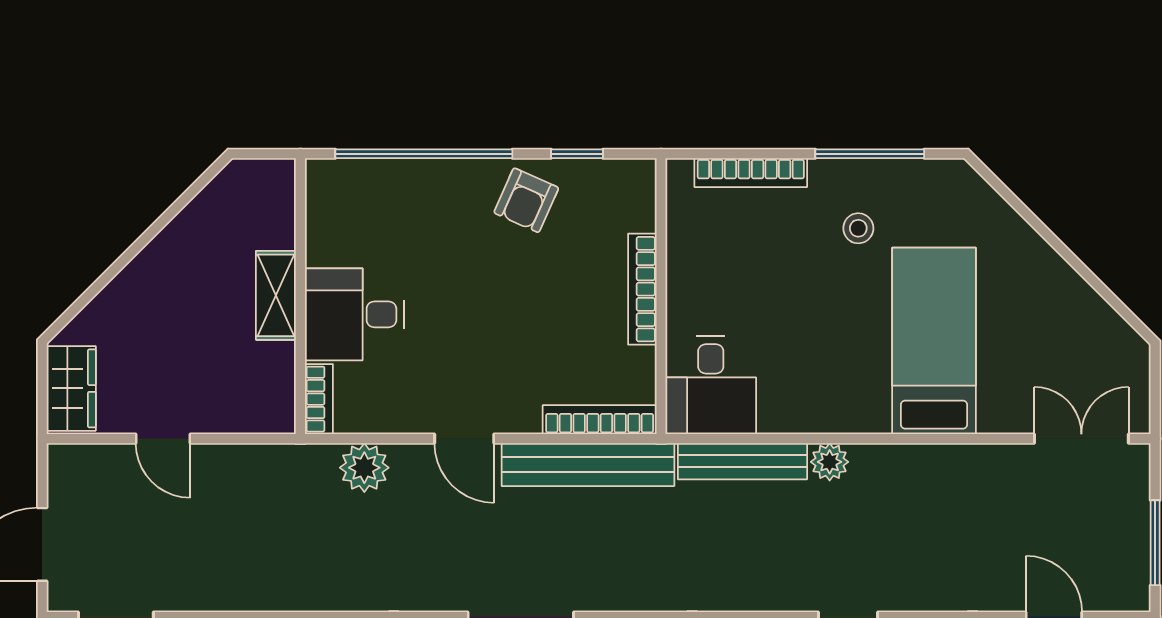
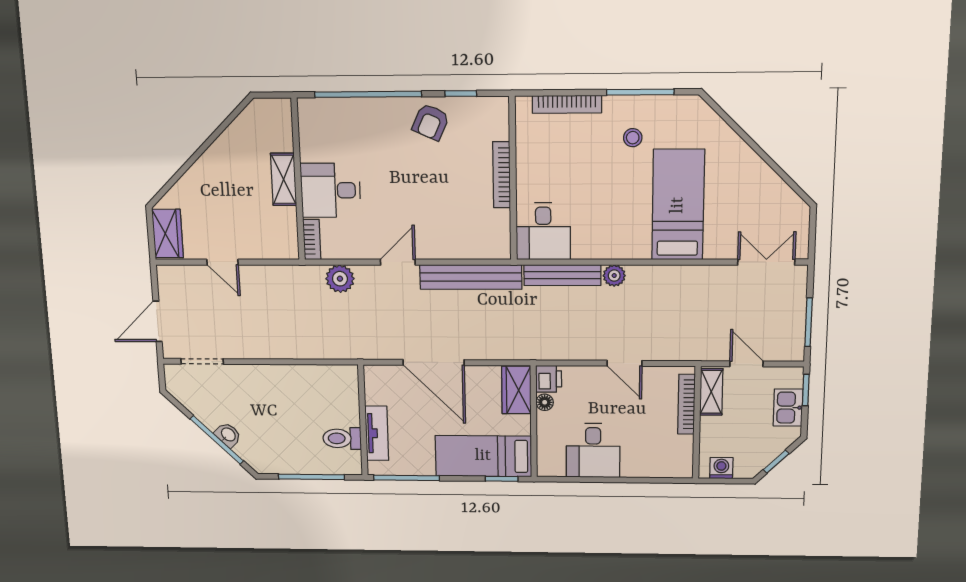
bookcase: (600, 420) -> (477, 251), removed
door: (464, 439) -> (398, 262), swing flipped

